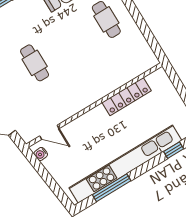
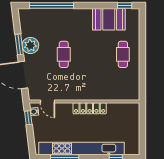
locker: (127, 97) -> (90, 108), moved
window: (38, 166) -> (28, 118), added

